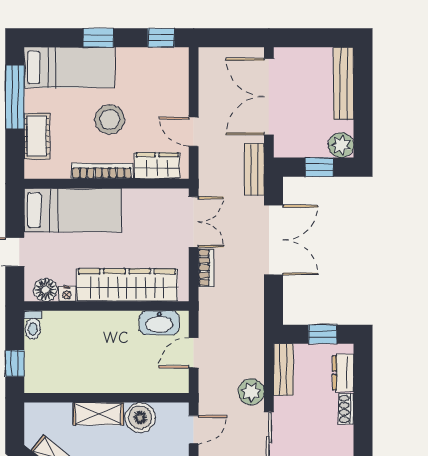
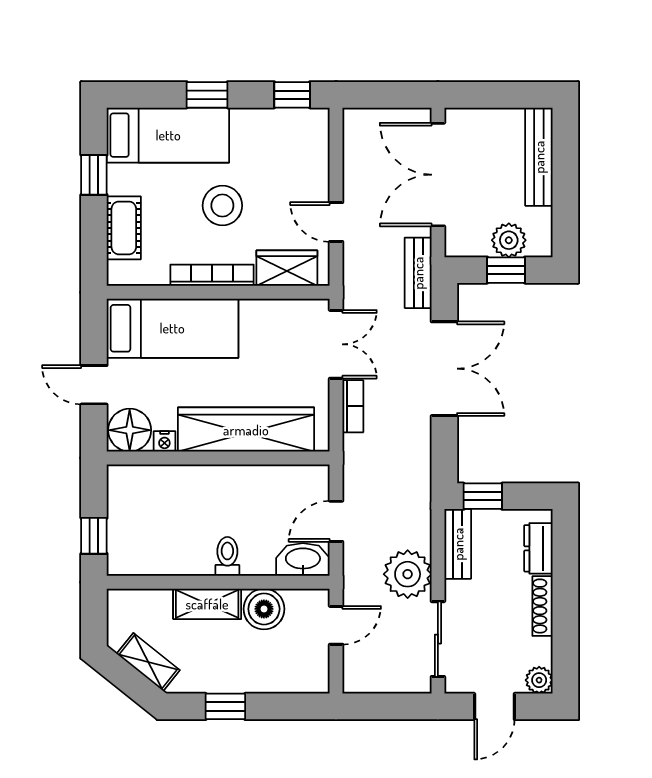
window: (15, 97) -> (94, 175), width x0.46
plant: (341, 145) -> (509, 240), moved
floor lamp: (45, 290) -> (130, 430), width x1.38, depth x1.38
washbasin: (159, 323) -> (303, 559), moved, turned 180
toilet: (33, 325) -> (227, 556), moved, turned 180
window: (323, 334) -> (483, 496), moved
plant: (251, 392) -> (408, 574), width x1.36, depth x1.36
shoe rack: (346, 409) -> (542, 606), width x1.43

